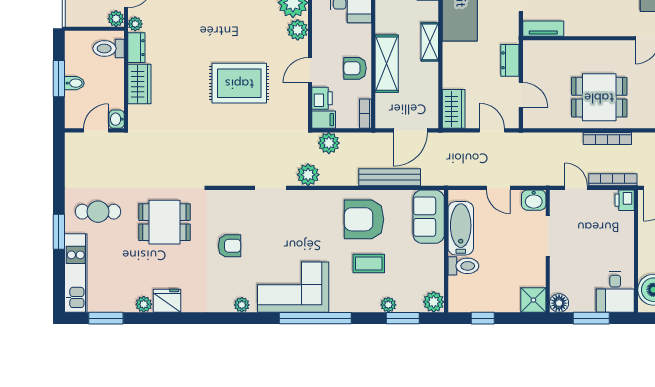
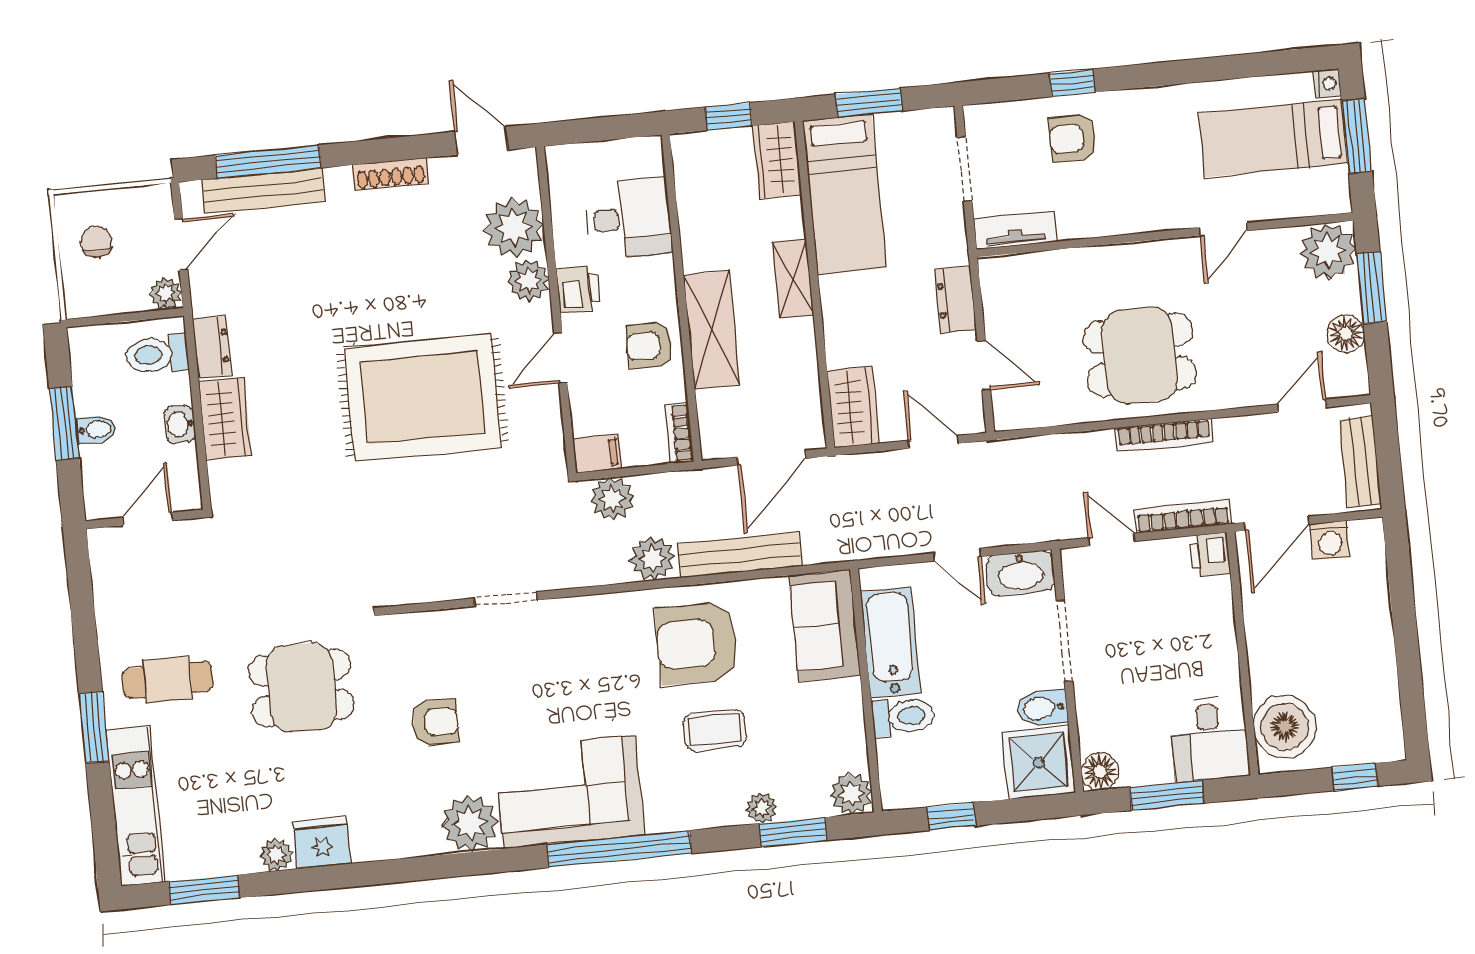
plant: (135, 24) -> (205, 300), removed
rug: (239, 83) -> (423, 398), width x1.37, depth x1.44
printer: (322, 98) -> (578, 289), moved
washbasin: (117, 119) -> (180, 424), moved
plant: (308, 175) -> (653, 558), moved
washbasin: (534, 200) -> (1020, 573), width x1.38
bidet: (533, 269) -> (1043, 708), added
shower: (533, 300) -> (1039, 762), width x1.36, depth x1.36
plant: (242, 305) -> (470, 823), width x1.88, depth x1.88

